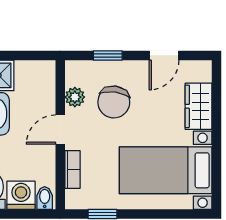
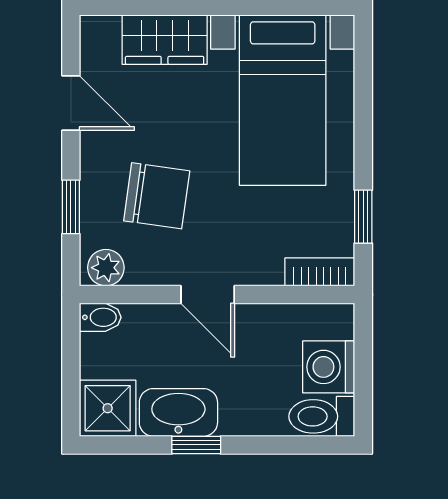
plant: (75, 97) -> (106, 268), moved
bookcase: (73, 169) -> (320, 272), moved
bidet: (45, 198) -> (100, 317), moved, turned 180

